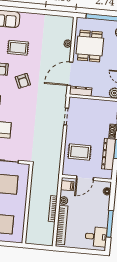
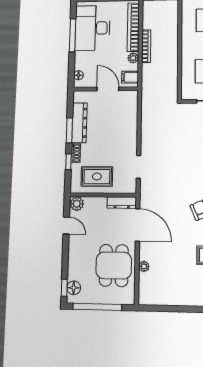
door: (70, 74) -> (138, 225), hinge flipped
rug: (79, 152) -> (97, 177), moved
door: (85, 178) -> (108, 89), hinge flipped
desk: (96, 237) -> (92, 28), width x1.87, depth x1.30

